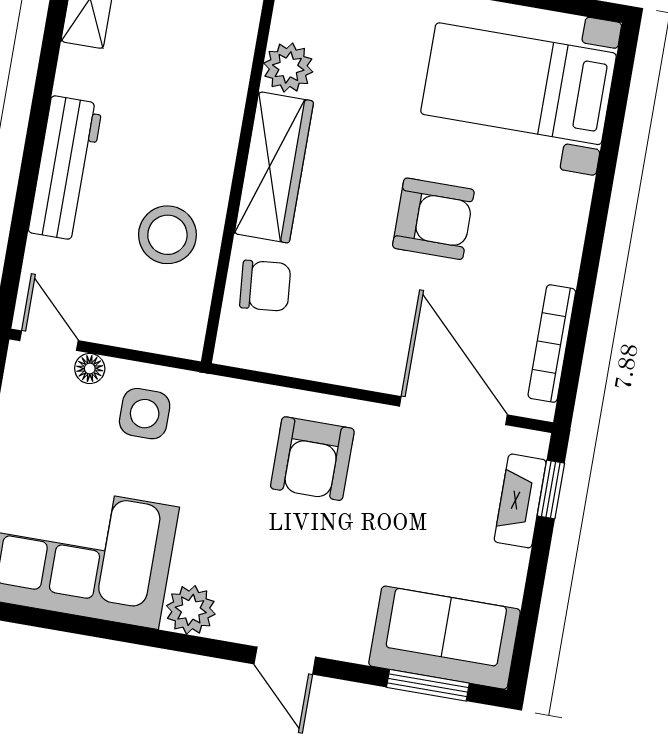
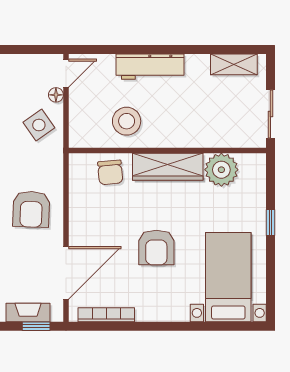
plant: (288, 68) -> (221, 170), width x1.36, depth x1.36
side table: (145, 414) -> (39, 125), turned -35
armchair: (312, 459) -> (31, 209), turned -88

